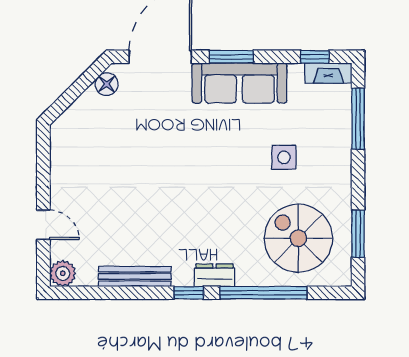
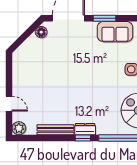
sofa: (239, 83) -> (115, 32), width x0.73
dresser: (214, 275) -> (85, 129), moved

